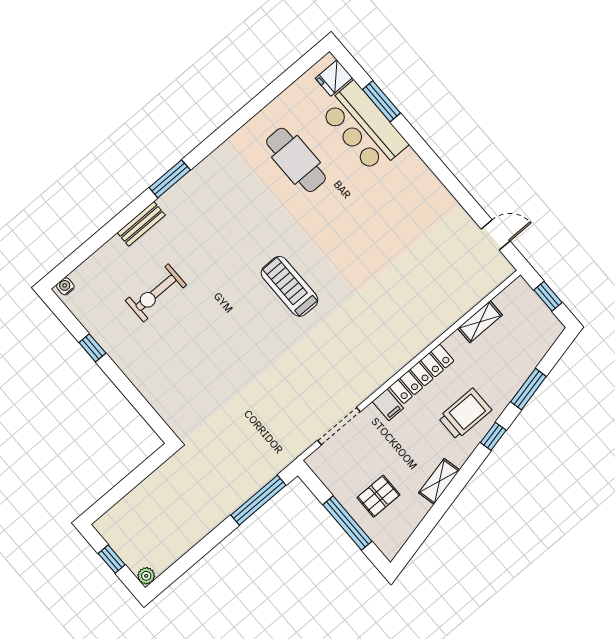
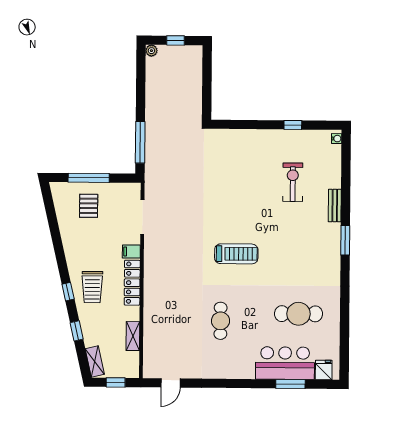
cafe table: (379, 239) -> (221, 321), added
window: (528, 389) -> (77, 331), width x0.67
shelving: (439, 481) -> (95, 362), moved

